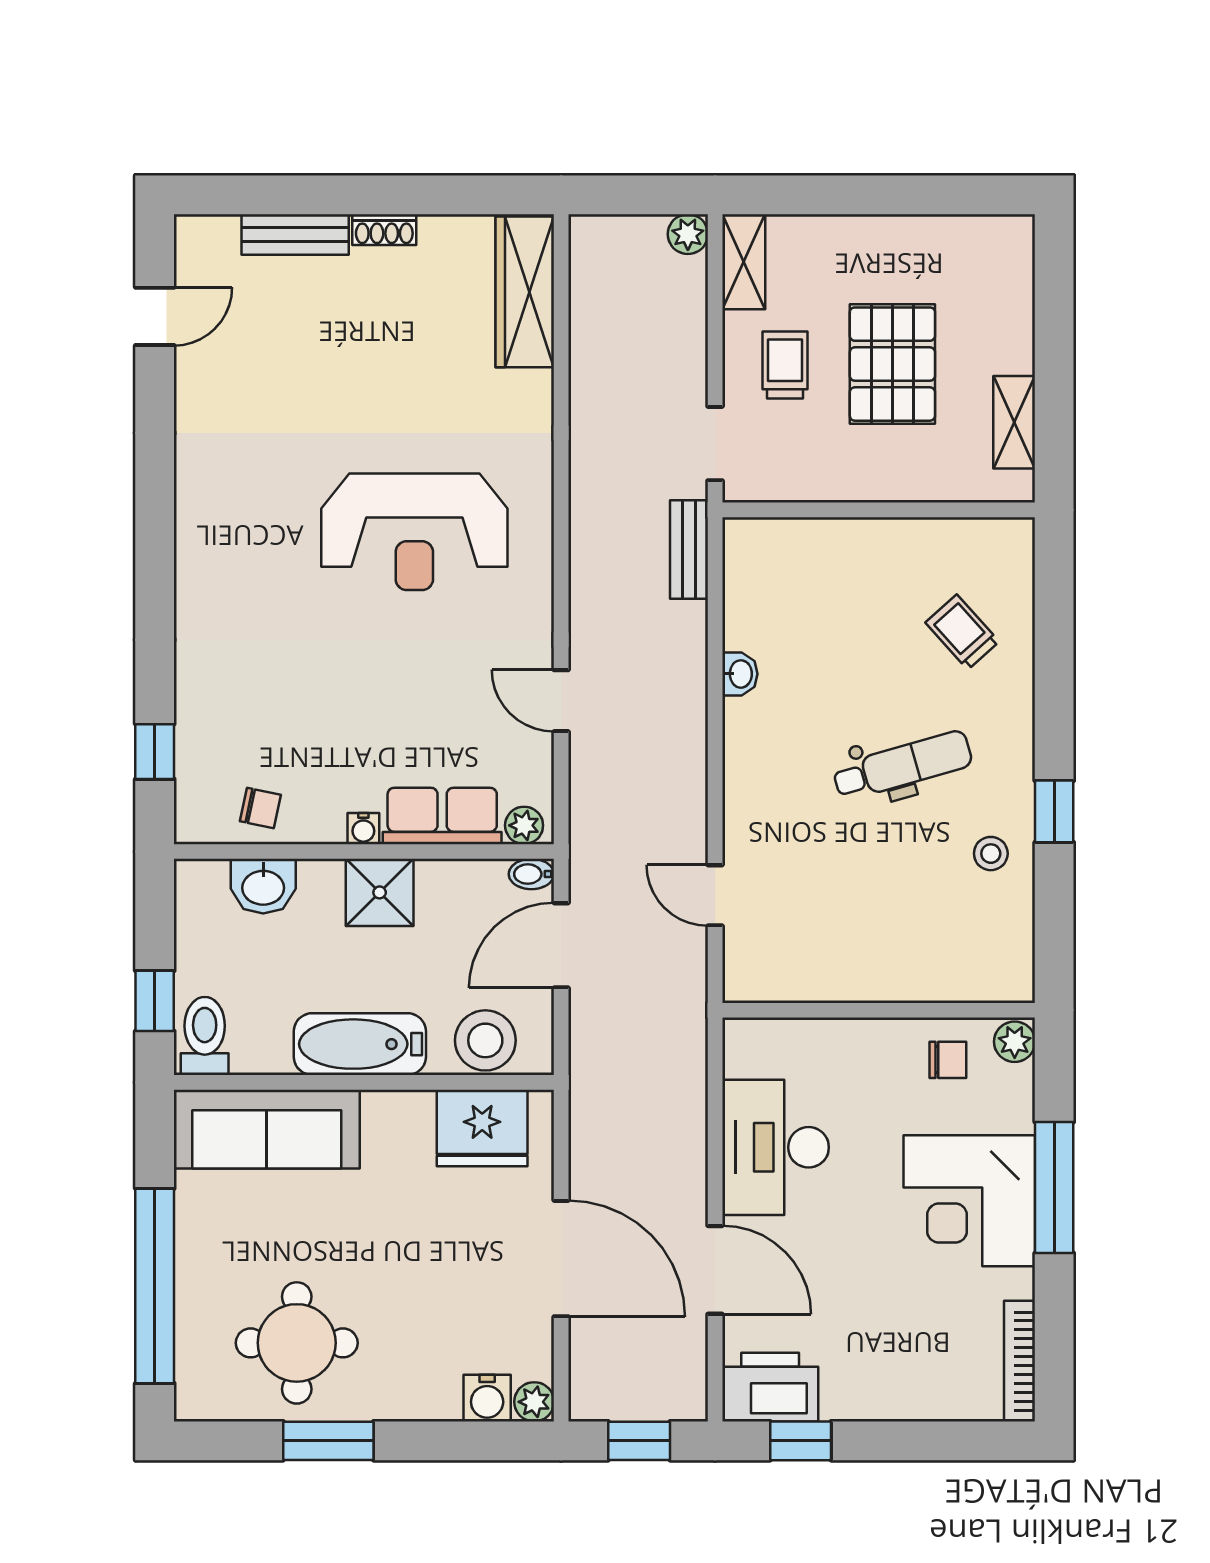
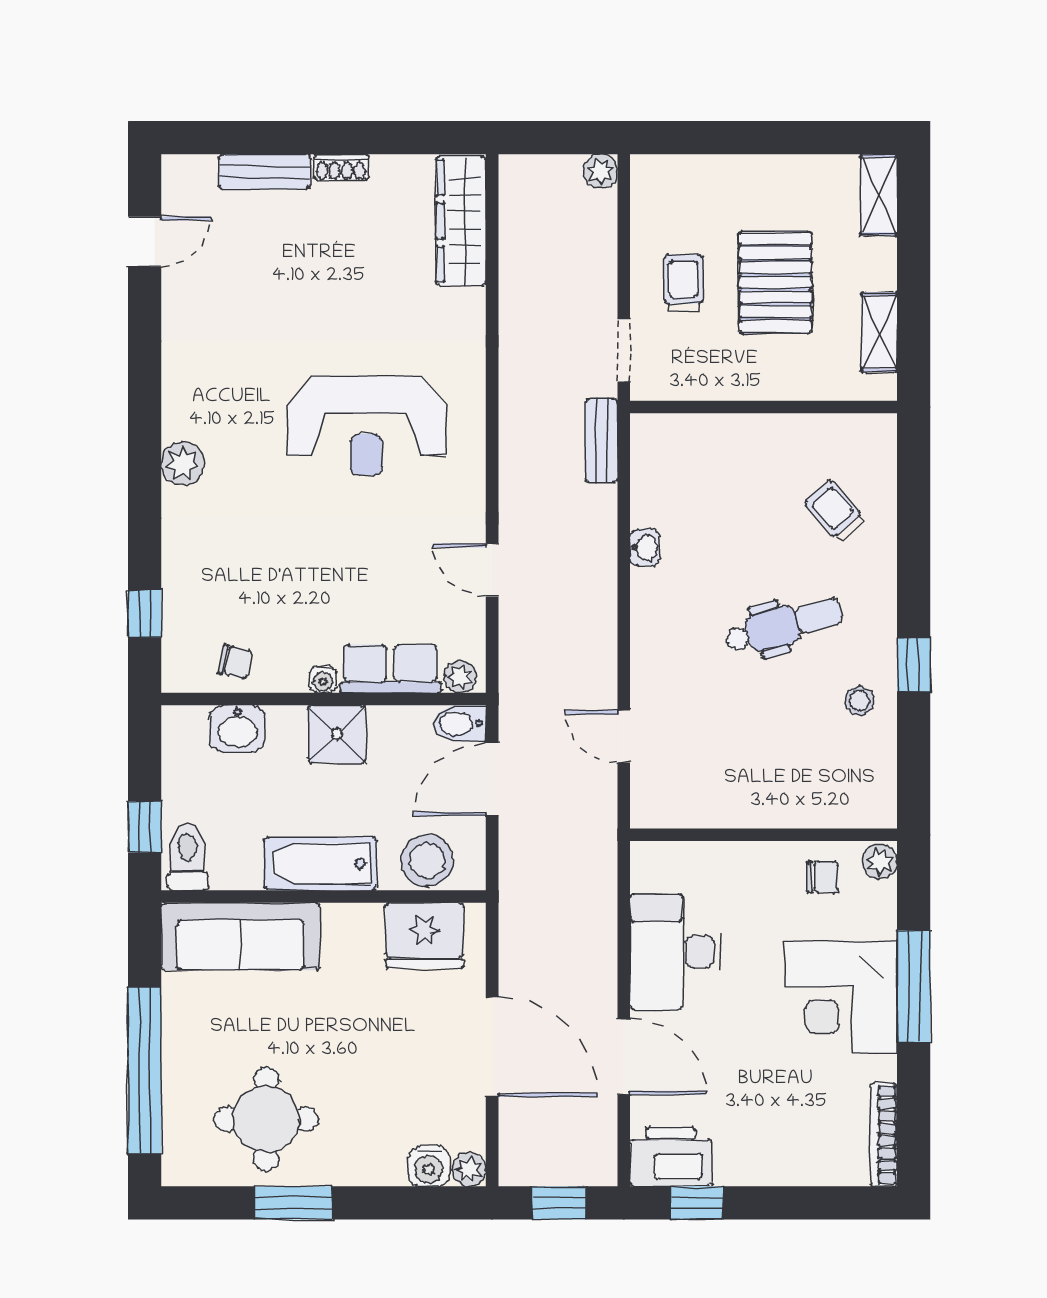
shelving: (744, 262) -> (879, 195), moved
plant: (199, 576) -> (183, 463), added
bidet: (531, 874) -> (460, 723), width x1.38, depth x1.36

